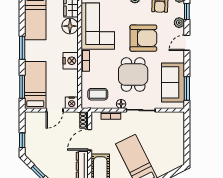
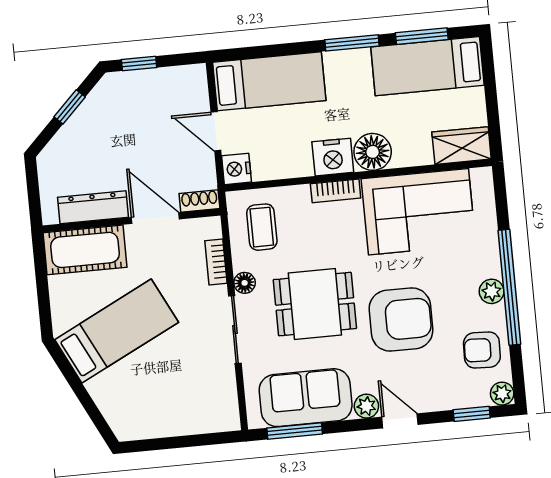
plant: (179, 23) -> (366, 406), moved
floor lamp: (70, 26) -> (373, 152), moved
armchair: (143, 38) -> (401, 320), turned -90
window: (22, 87) -> (422, 36), moved

